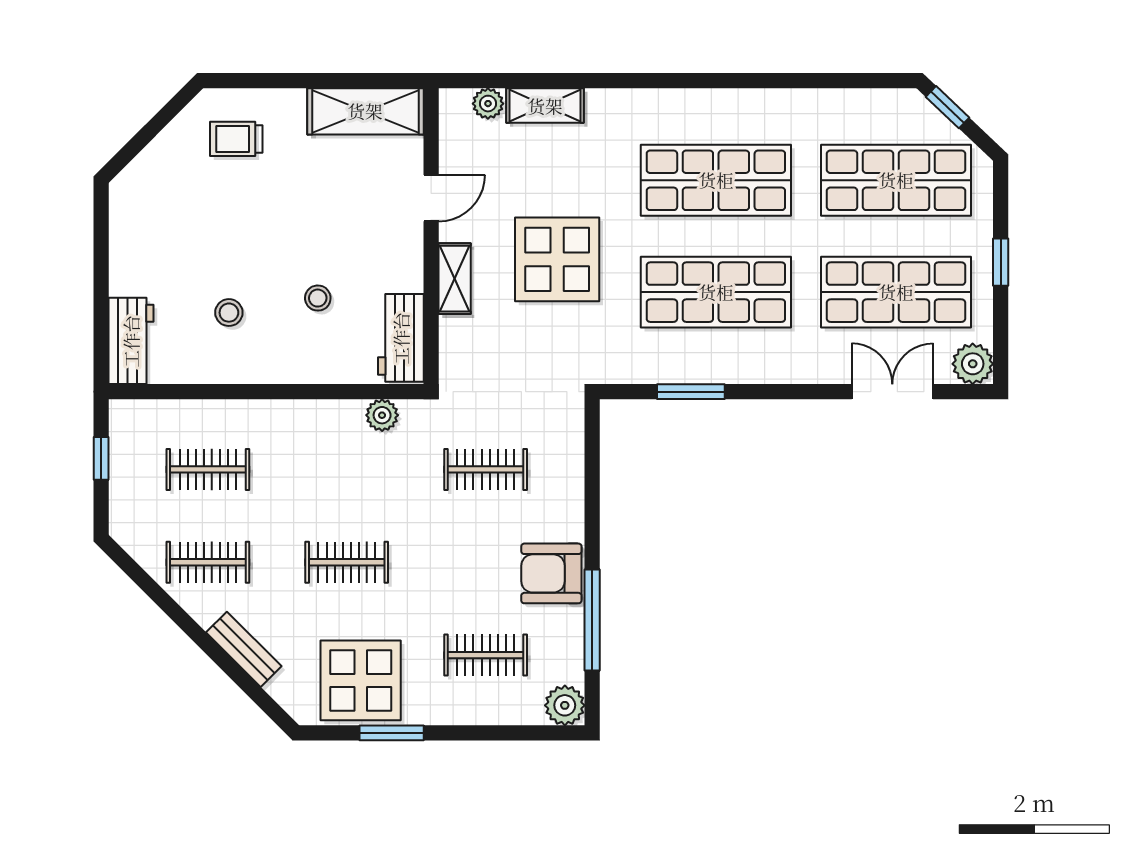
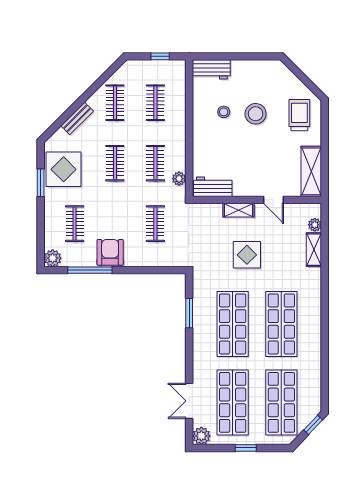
trolley: (236, 139) -> (299, 115), width x1.36, depth x1.39
display table: (557, 259) -> (247, 255), width x0.73, depth x0.73
stool: (318, 298) -> (256, 114), moved, width x1.89, depth x1.89
double door: (892, 392) -> (189, 401), swing flipped
clothes rail: (347, 469) -> (155, 163), added

